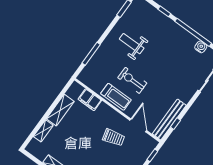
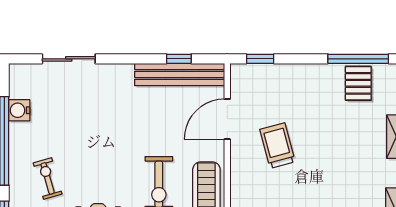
exercise bike: (166, 39) -> (48, 178), added

